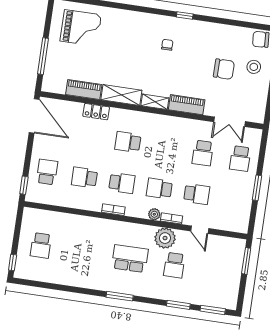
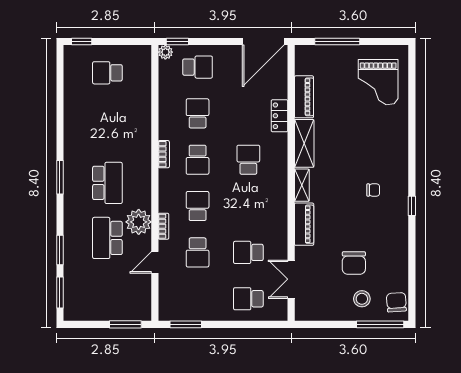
window: (257, 188) -> (186, 324), moved
plant: (154, 214) -> (165, 52), moved
school desk: (174, 265) -> (107, 238), width x1.85

